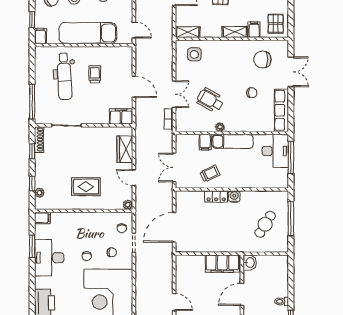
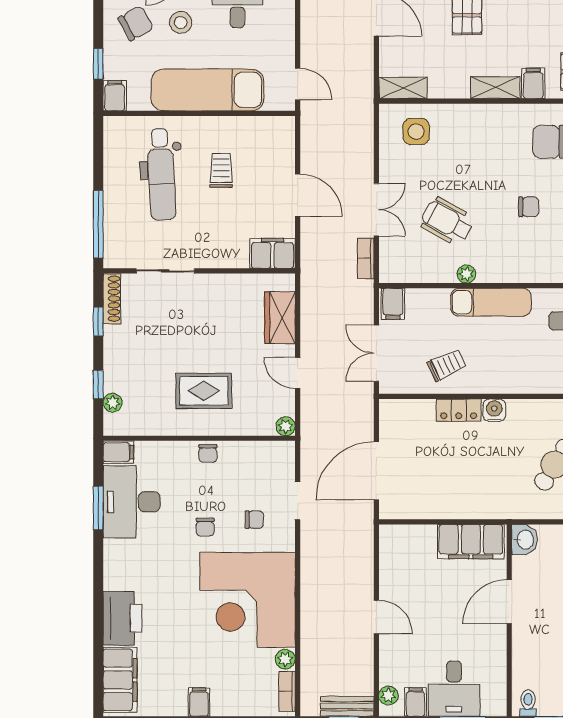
filing cabinet: (205, 142) -> (393, 304), moved
chair: (122, 228) -> (208, 453), moved
desk: (49, 258) -> (132, 502), moved

